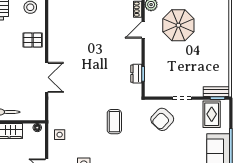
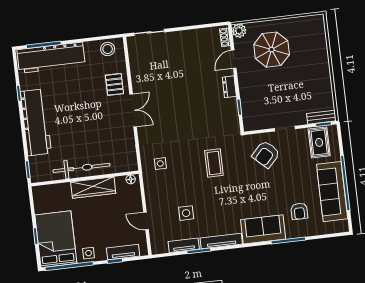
pallet: (33, 40) -> (114, 84), turned 90
dresser: (136, 74) -> (229, 87), moved
double door: (47, 77) -> (133, 110), moved
side table: (60, 135) -> (160, 164), moved

